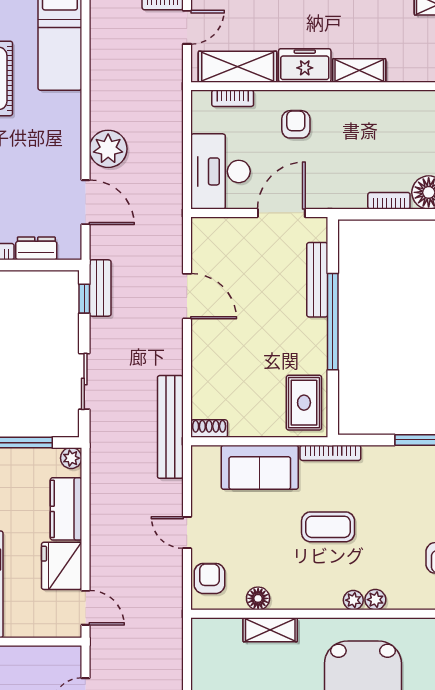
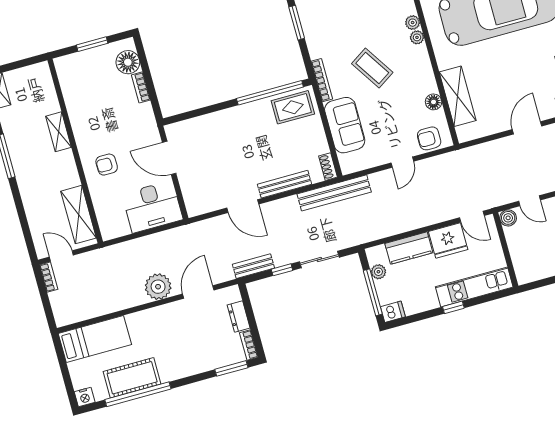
freezer: (305, 65) -> (65, 169), removed
bookcase: (233, 98) -> (101, 212), removed
bench: (317, 280) -> (284, 184), moved
door: (187, 296) -> (243, 206), swing flipped
window: (84, 299) -> (282, 270), moved
window: (333, 322) -> (270, 93), moved
plant: (71, 458) -> (378, 272), moved
coffee table: (328, 527) -> (372, 68), turned -33
door: (85, 608) -> (472, 217), swing flipped
shelving: (270, 630) -> (458, 96), width x1.50, depth x1.33
boiler: (70, 657) -> (508, 218), added

